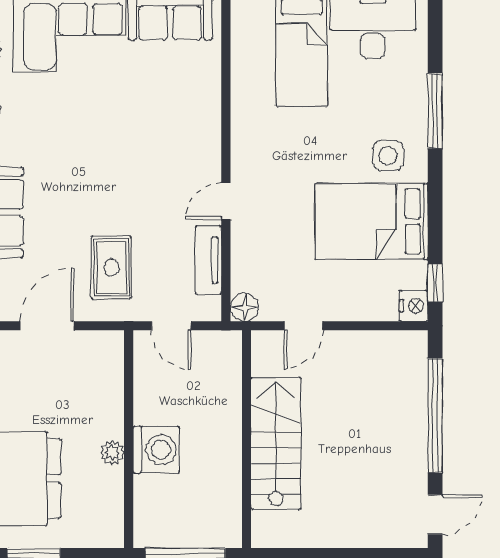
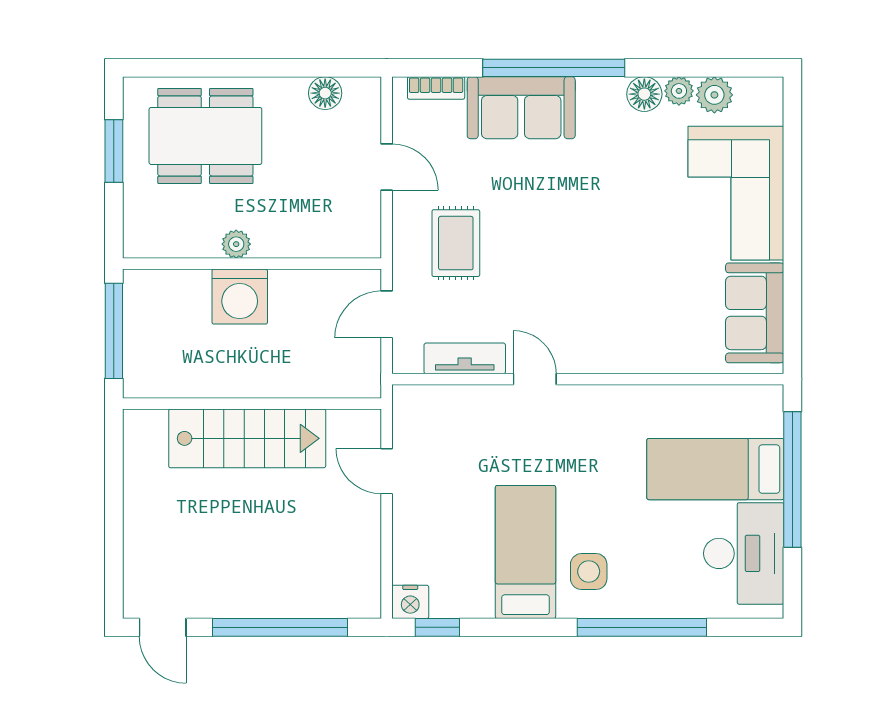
window: (435, 111) -> (642, 627), width x1.46
bed: (372, 221) -> (525, 552), width x0.67
rug: (111, 268) -> (456, 243), turned 90
floor lamp: (244, 307) -> (409, 401), removed
door: (47, 326) -> (387, 167), width x0.73

